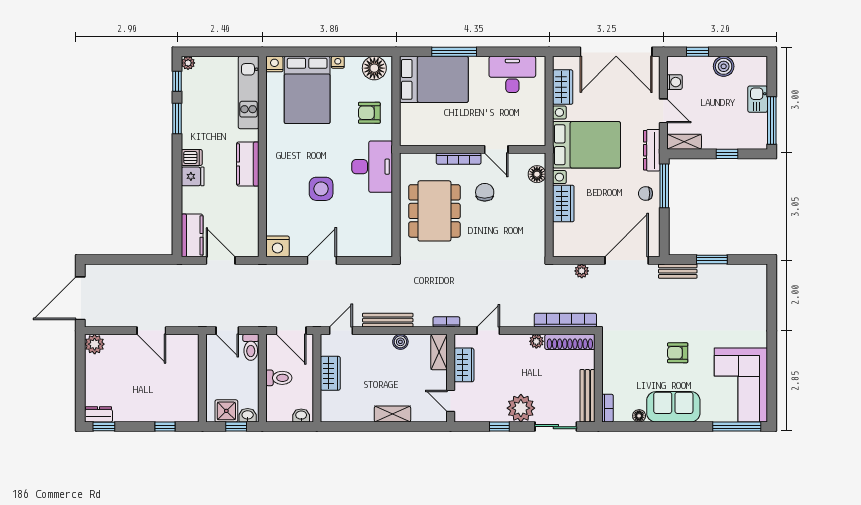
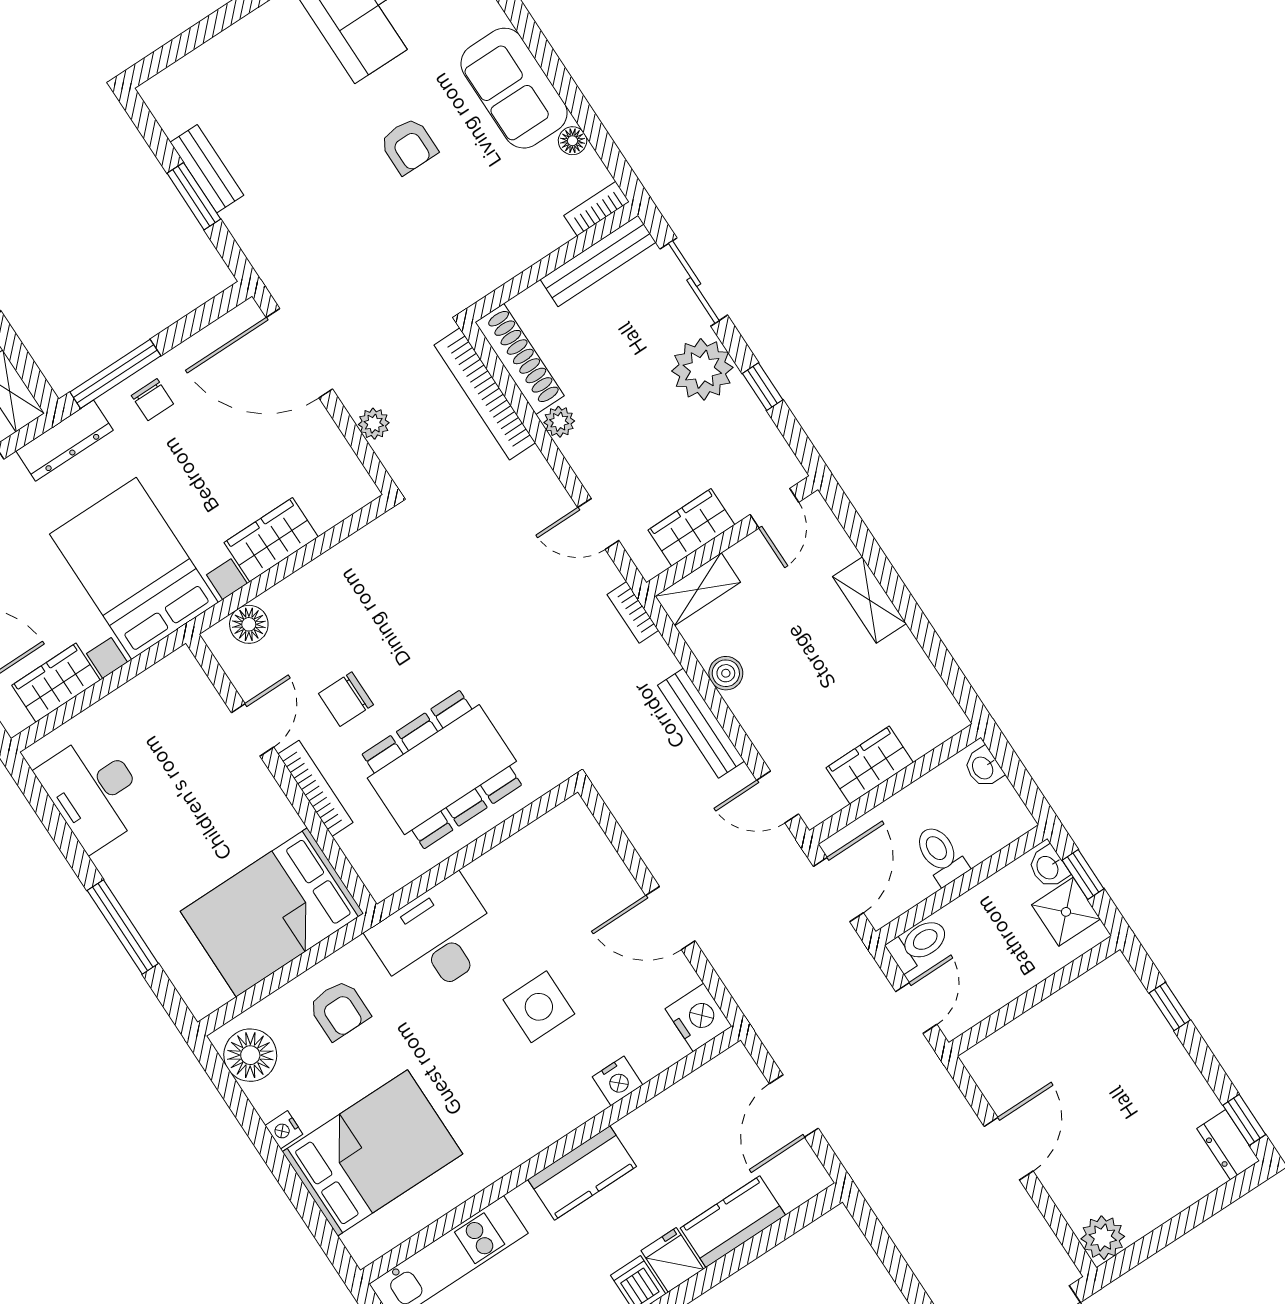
nightstand: (274, 64) -> (617, 1081), moved, turned -90
bed: (434, 79) -> (272, 912), moved, turned -90
kitchen counter: (192, 235) -> (733, 1222), moved
bench: (678, 271) -> (207, 169), moved

